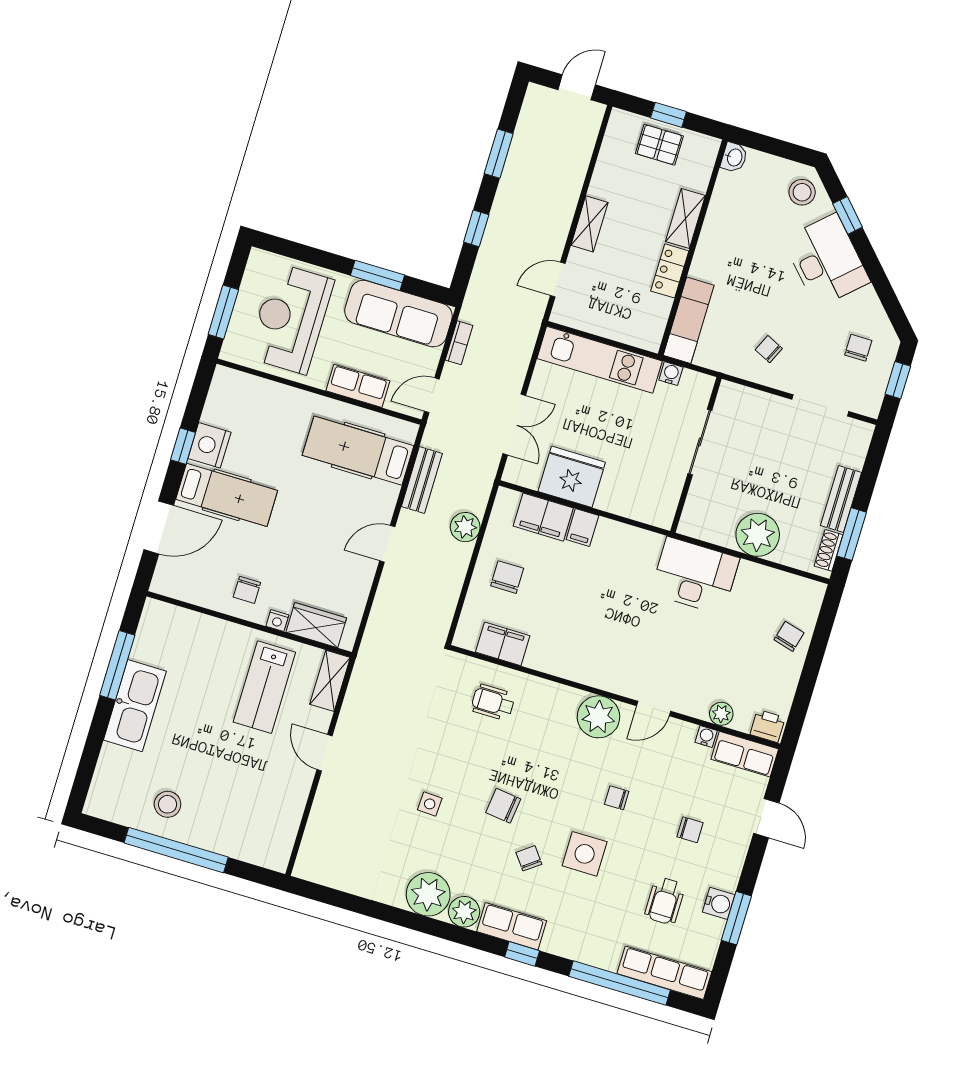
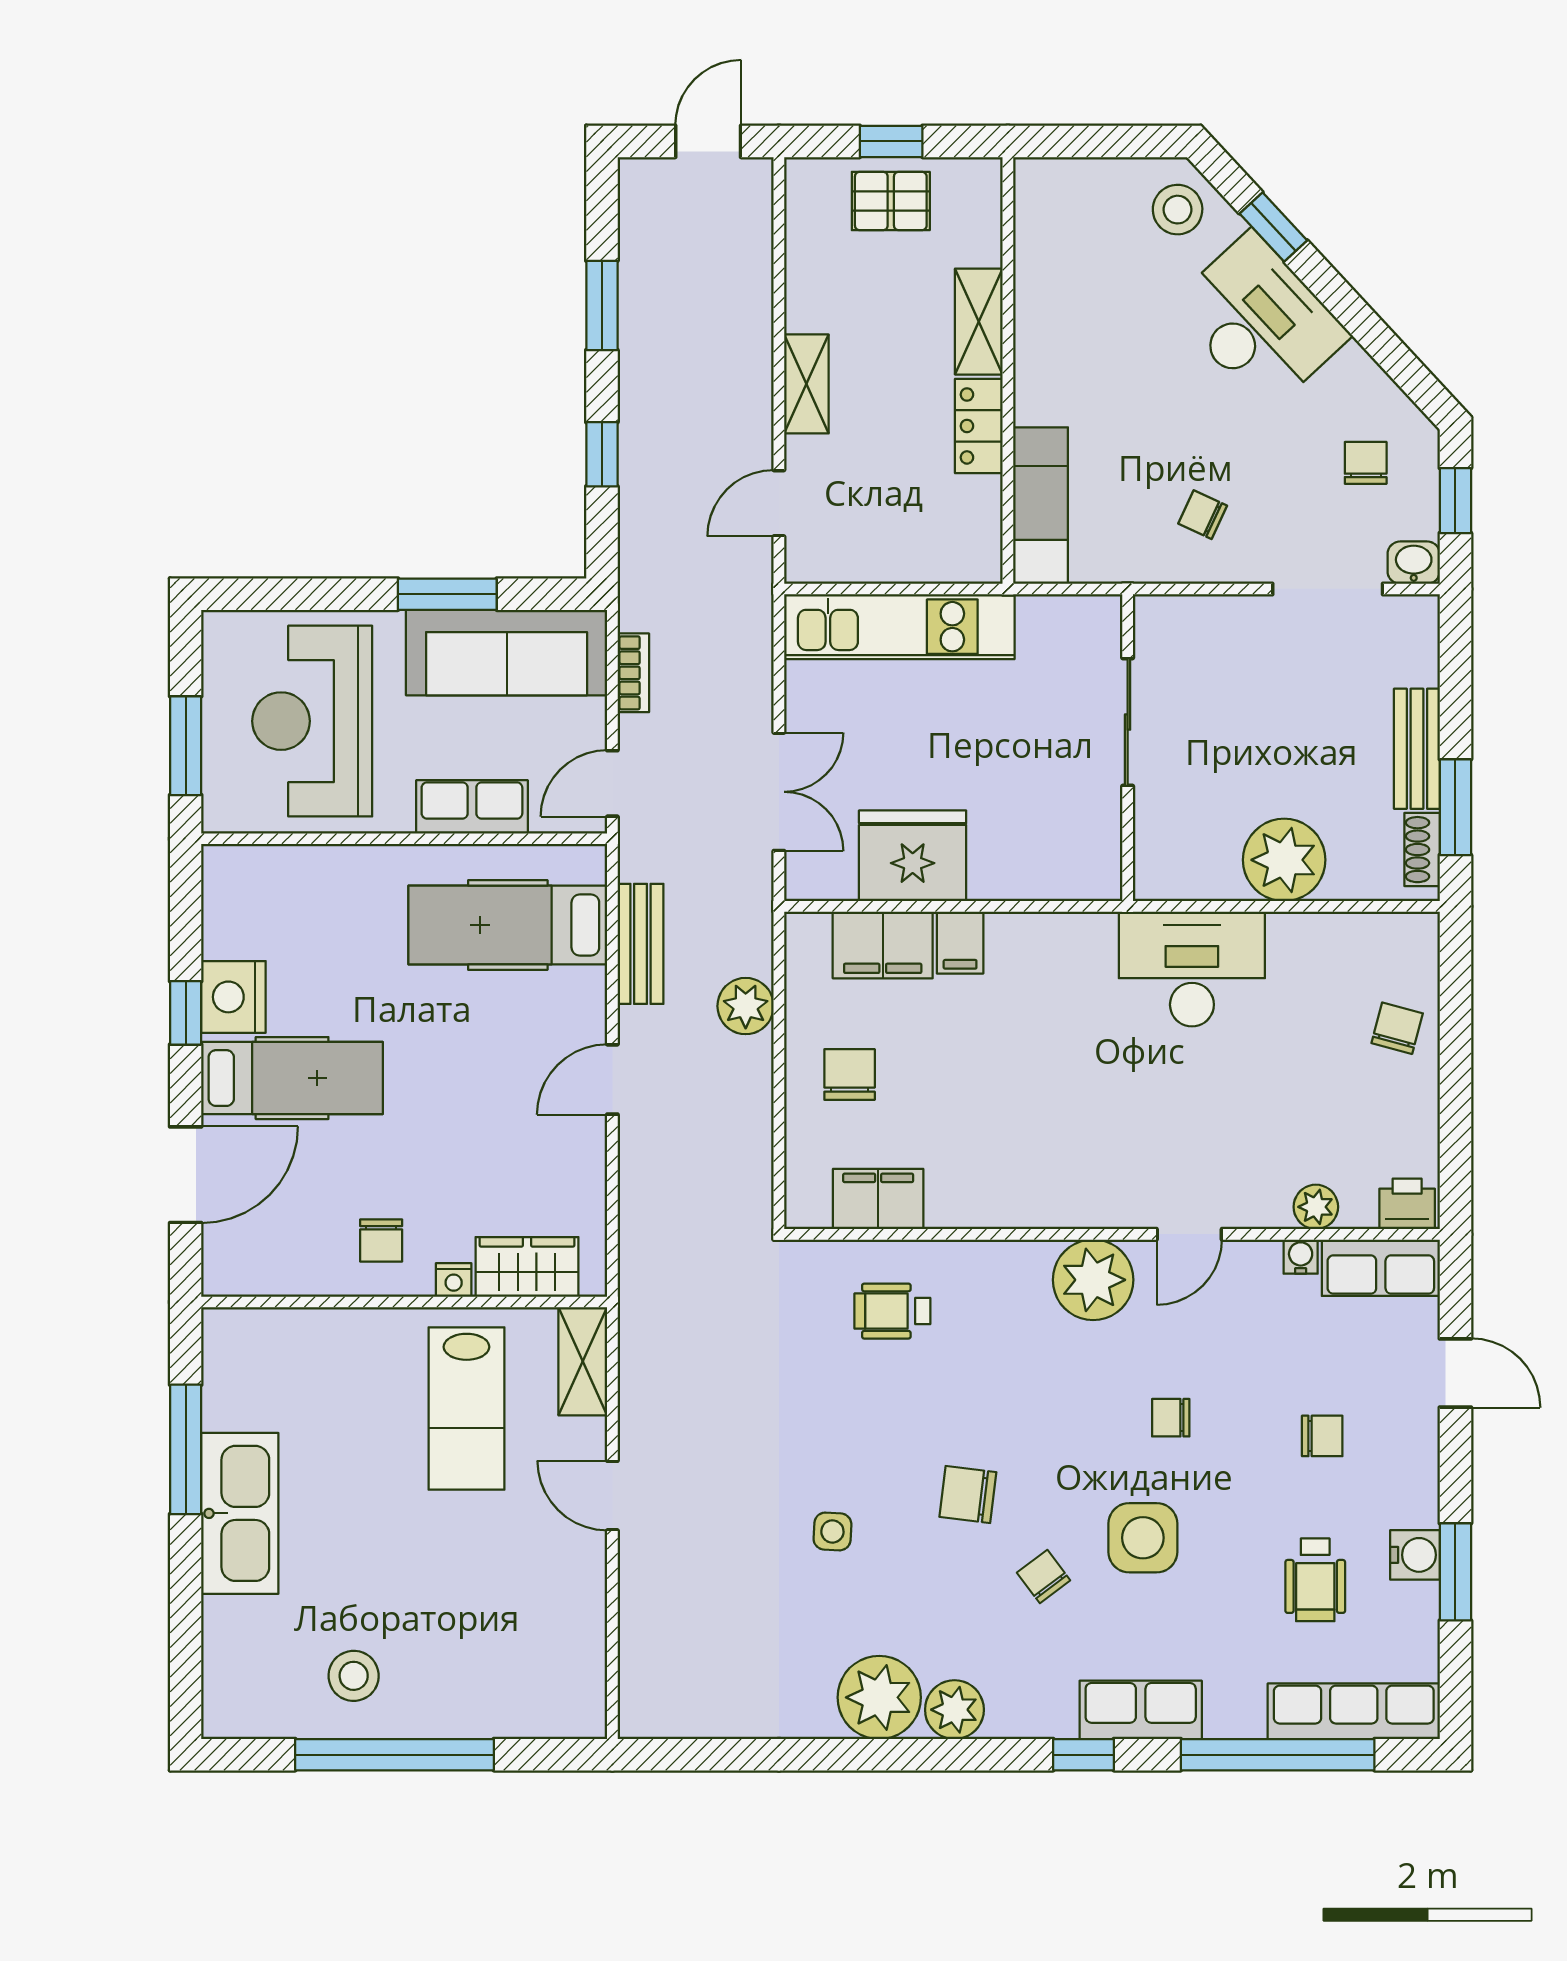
washbasin: (734, 157) -> (1414, 563), moved, turned -90
water cooler: (671, 374) -> (1037, 613), removed
row of seats: (512, 926) -> (1141, 1710), moved

